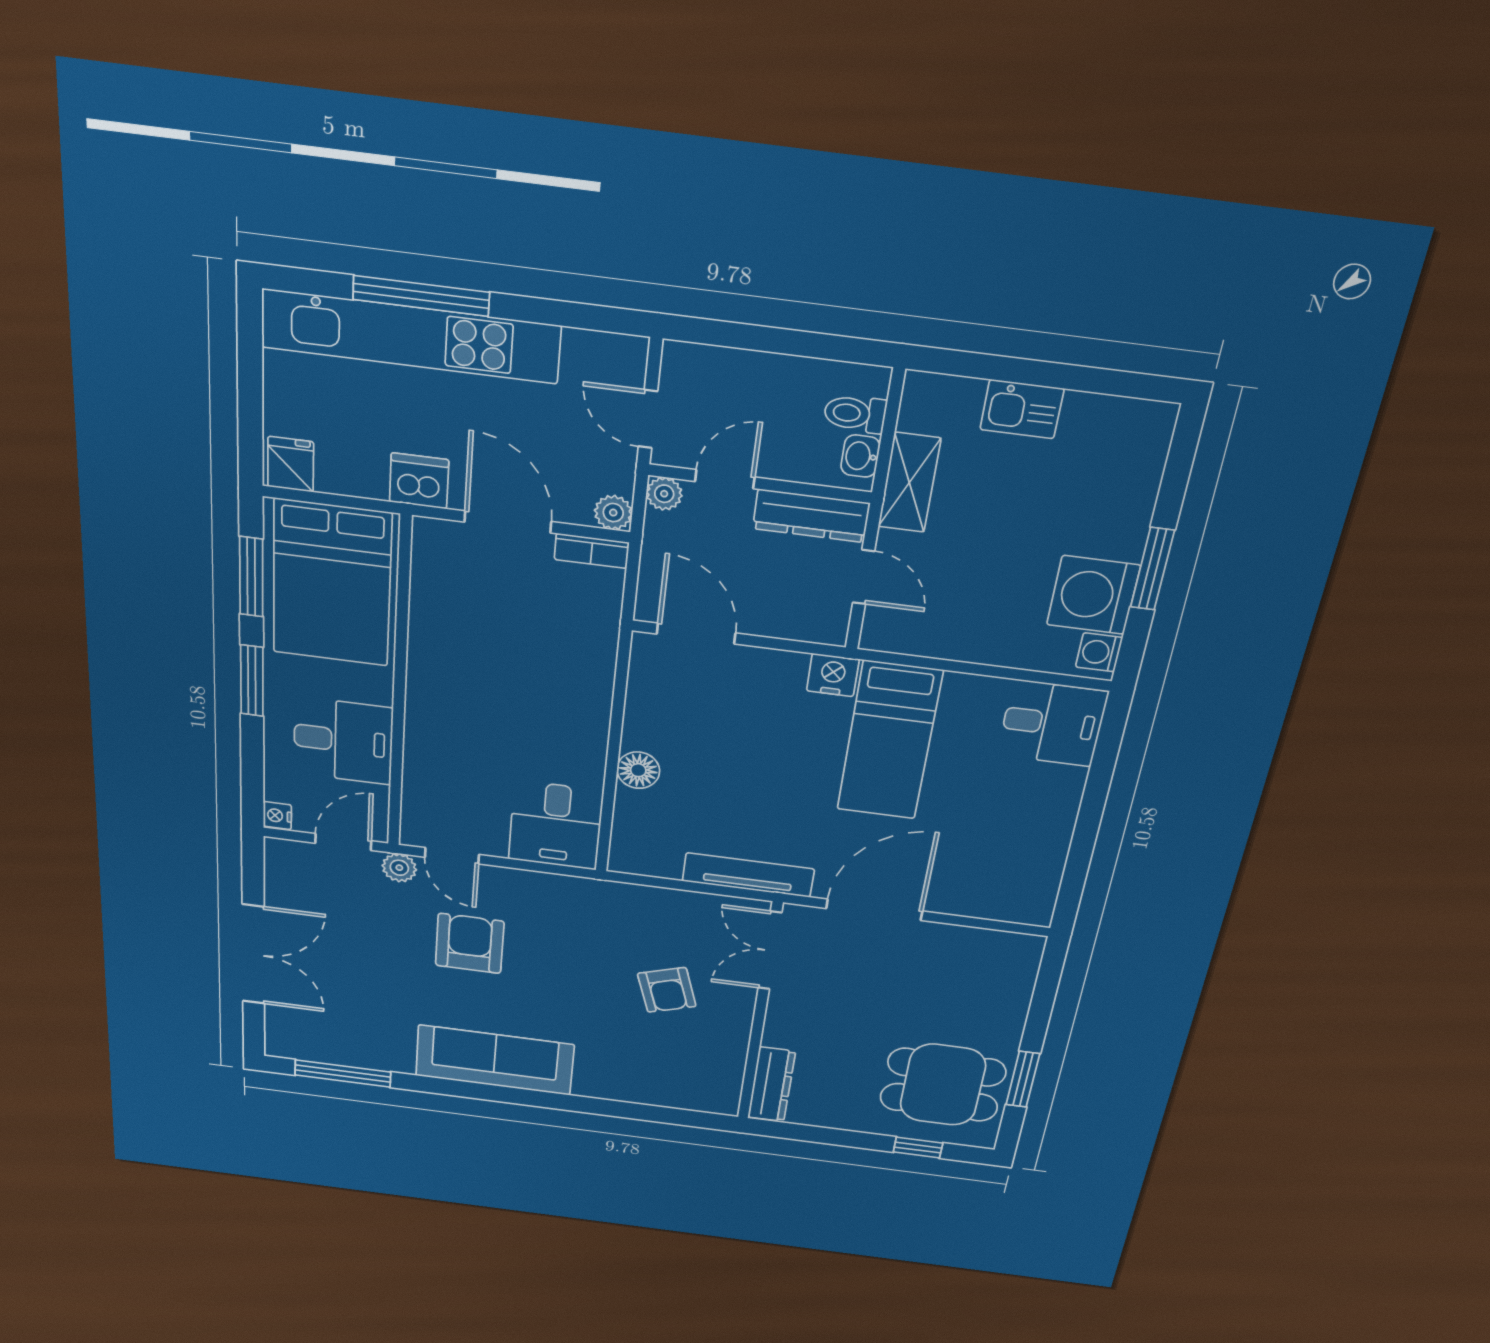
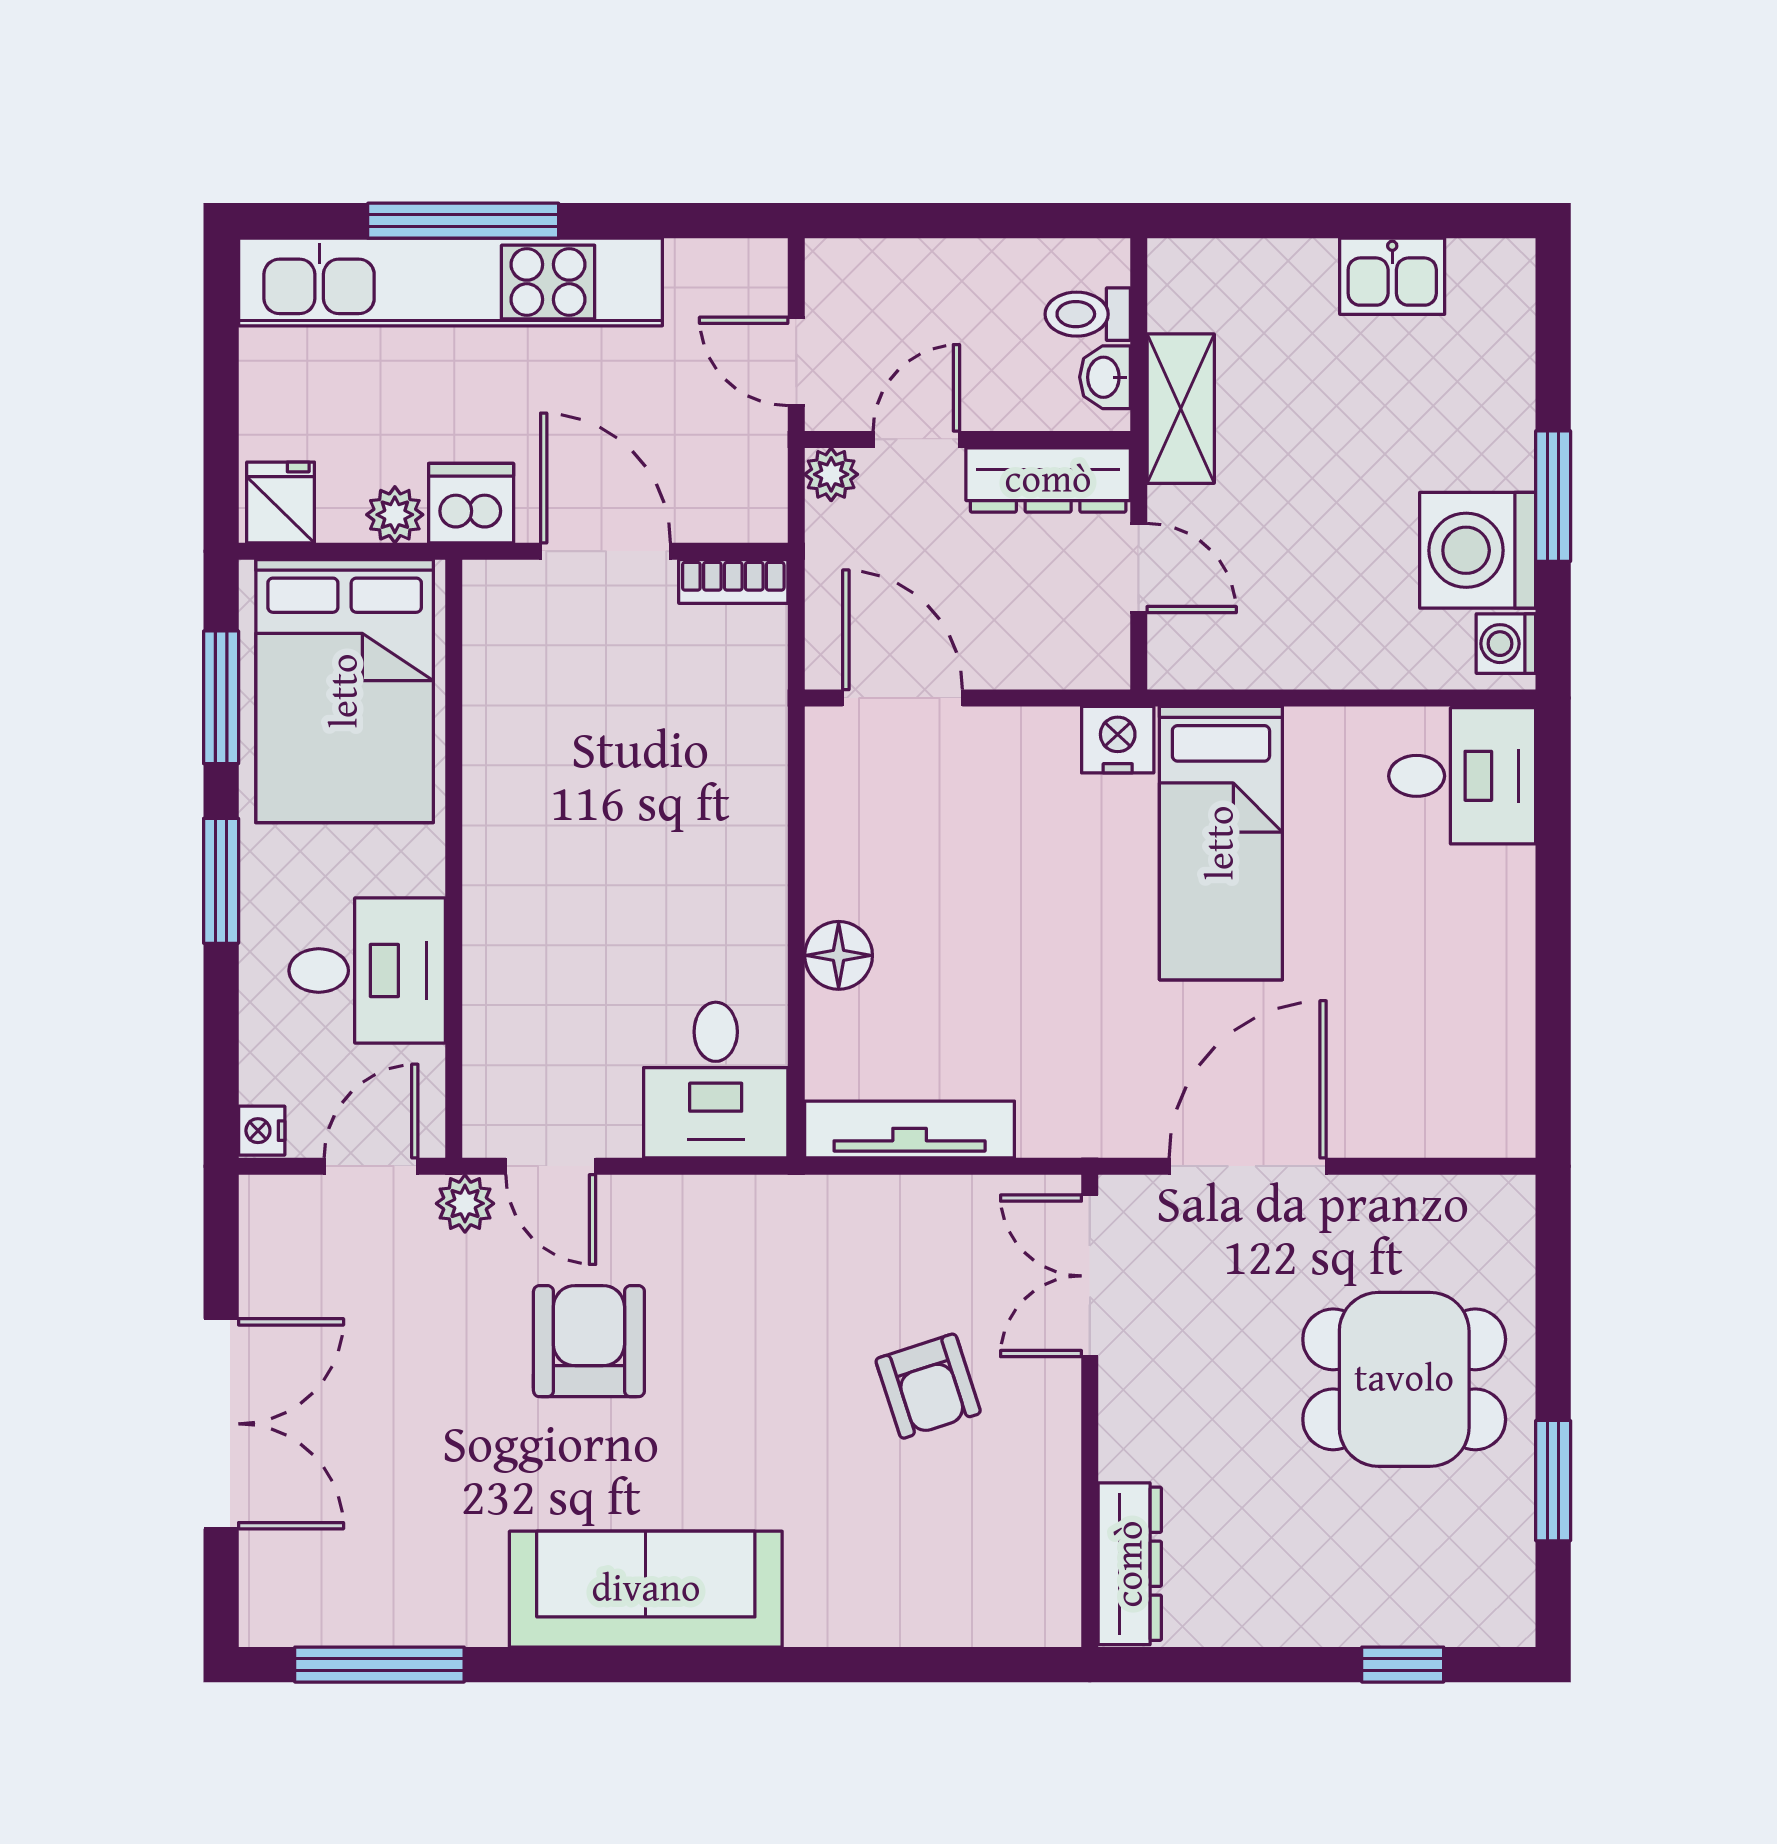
kitchen sink: (1022, 409) -> (1392, 276), moved
plant: (613, 513) -> (395, 515), moved
tv unit: (748, 875) -> (910, 1129), moved
dining table: (943, 1085) -> (1404, 1379), moved

